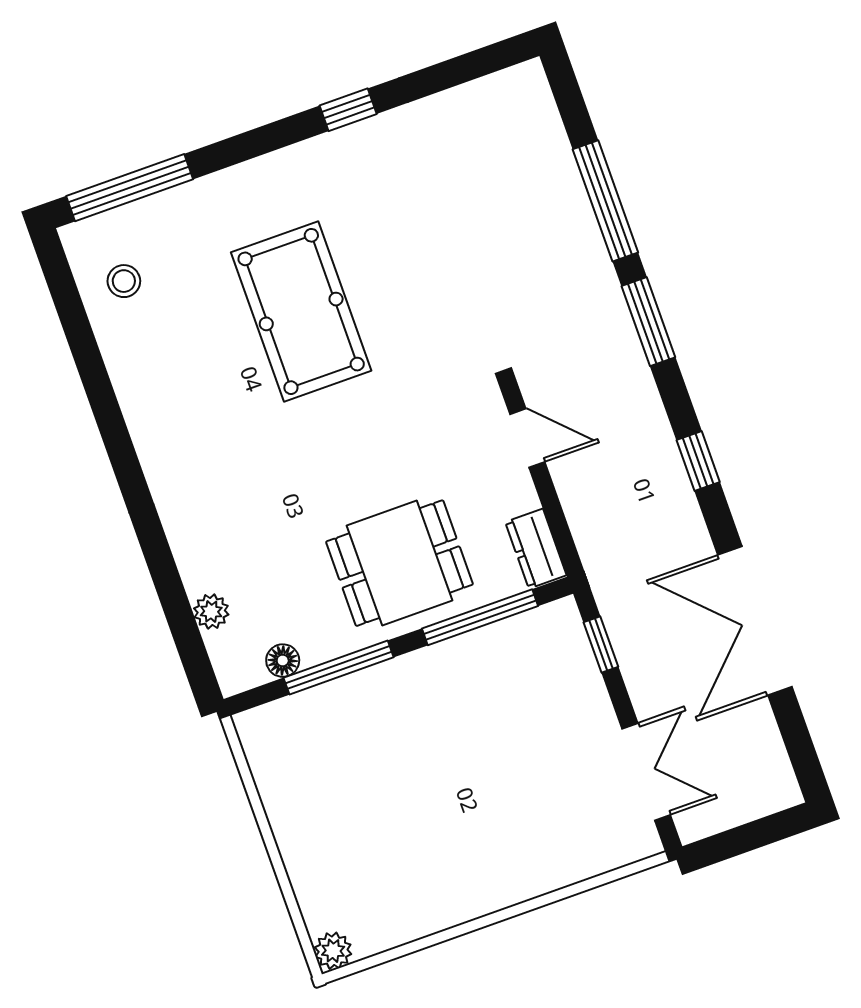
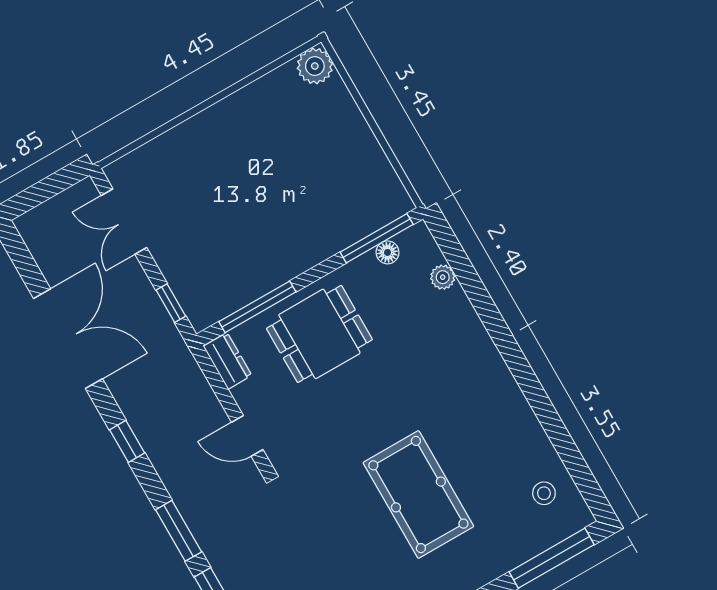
window: (339, 668) -> (377, 238), moved
plant: (333, 951) -> (315, 66), width x1.38, depth x1.38

